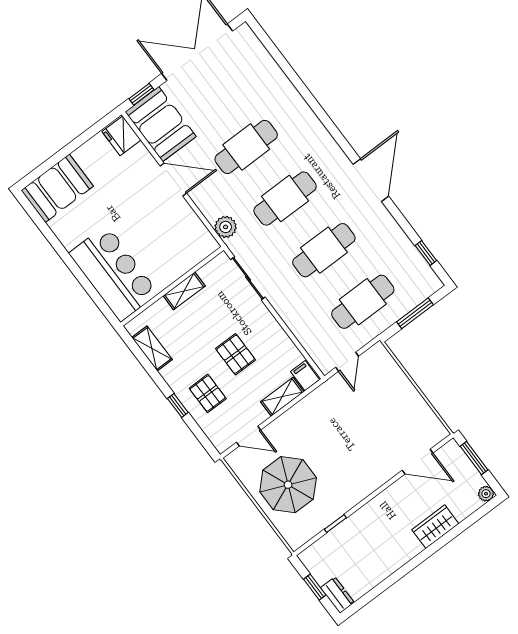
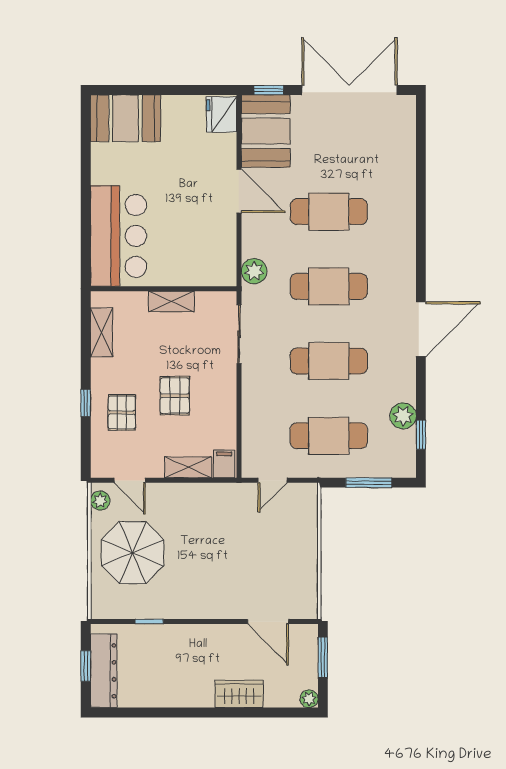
plant: (404, 249) -> (403, 416), added
plant: (239, 465) -> (100, 501), added
dresser: (337, 595) -> (104, 671), width x1.96, depth x1.24

